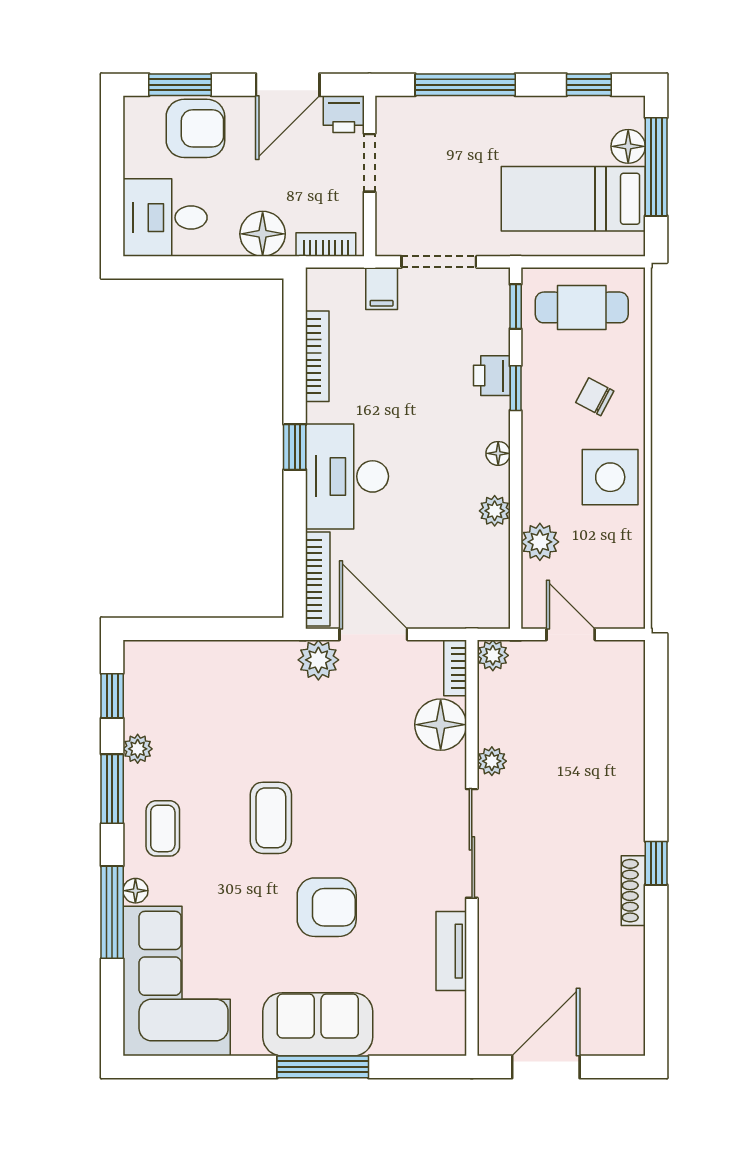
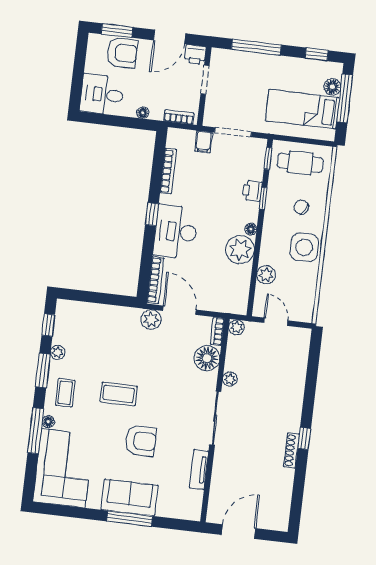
floor lamp: (263, 234) -> (143, 113), width x0.53, depth x0.53
plant: (495, 511) -> (240, 250), width x1.87, depth x1.87
coffee table: (271, 818) -> (119, 394), turned 90

